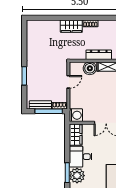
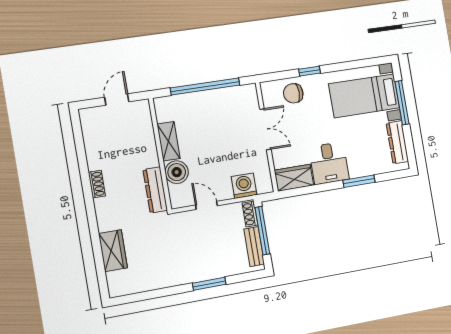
wardrobe: (71, 26) -> (113, 251), moved
dresser: (99, 55) -> (155, 190), moved
washing machine: (76, 115) -> (244, 186), moved
plant: (77, 176) -> (361, 164), removed

